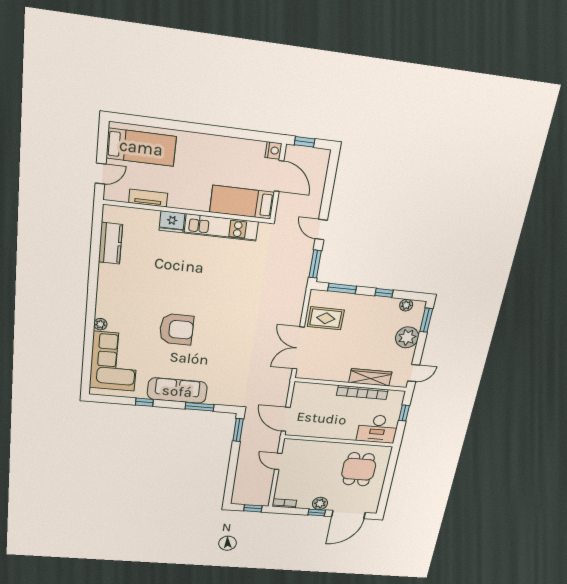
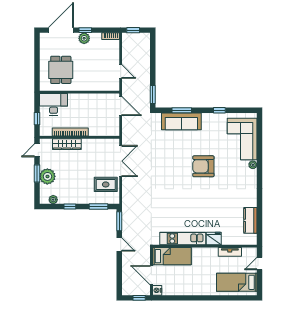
window: (426, 320) -> (37, 174), moved
sofa: (177, 391) -> (181, 121), moved

